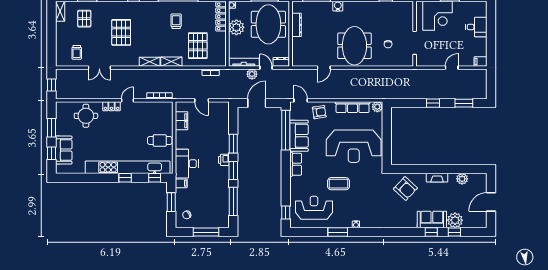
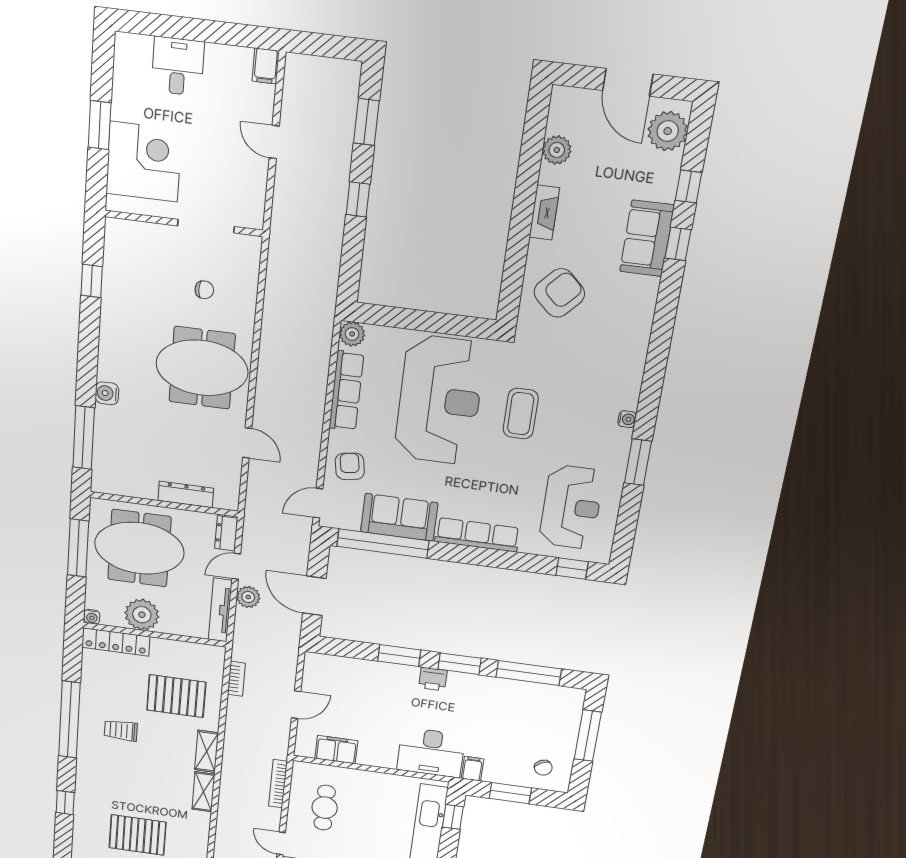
dresser: (297, 25) -> (186, 494), moved
cafe table: (160, 141) -> (325, 808), moved
row of seats: (296, 164) -> (477, 535), width x1.48
coffee table: (339, 184) -> (521, 414), moved
reception desk: (314, 208) -> (571, 507), turned 180
plant: (455, 220) -> (668, 131), moved

